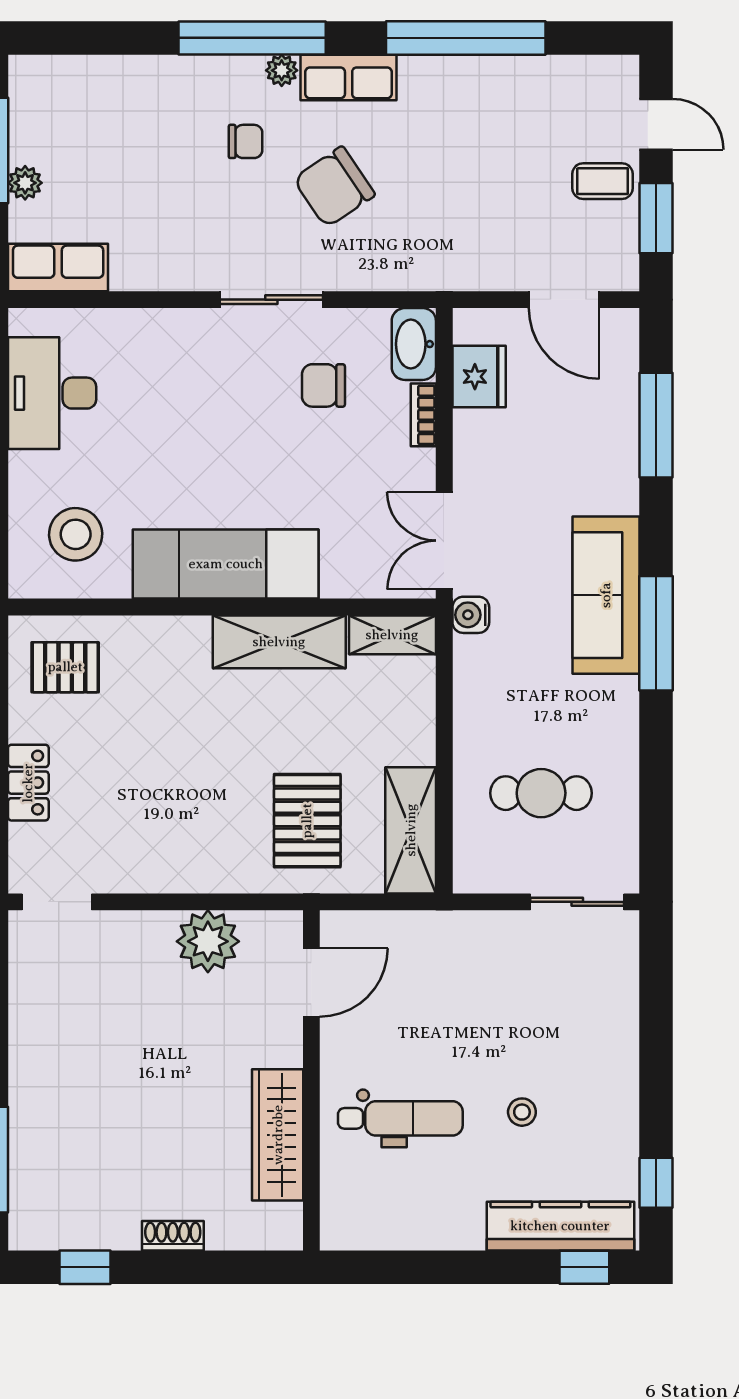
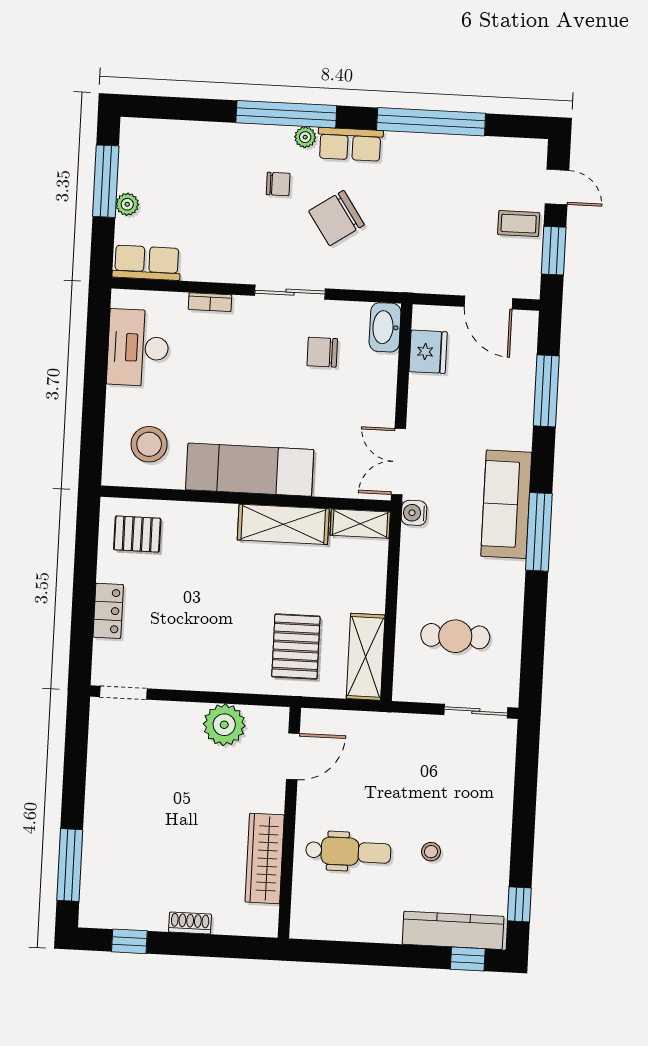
bookcase: (423, 415) -> (210, 302), moved, turned -90

